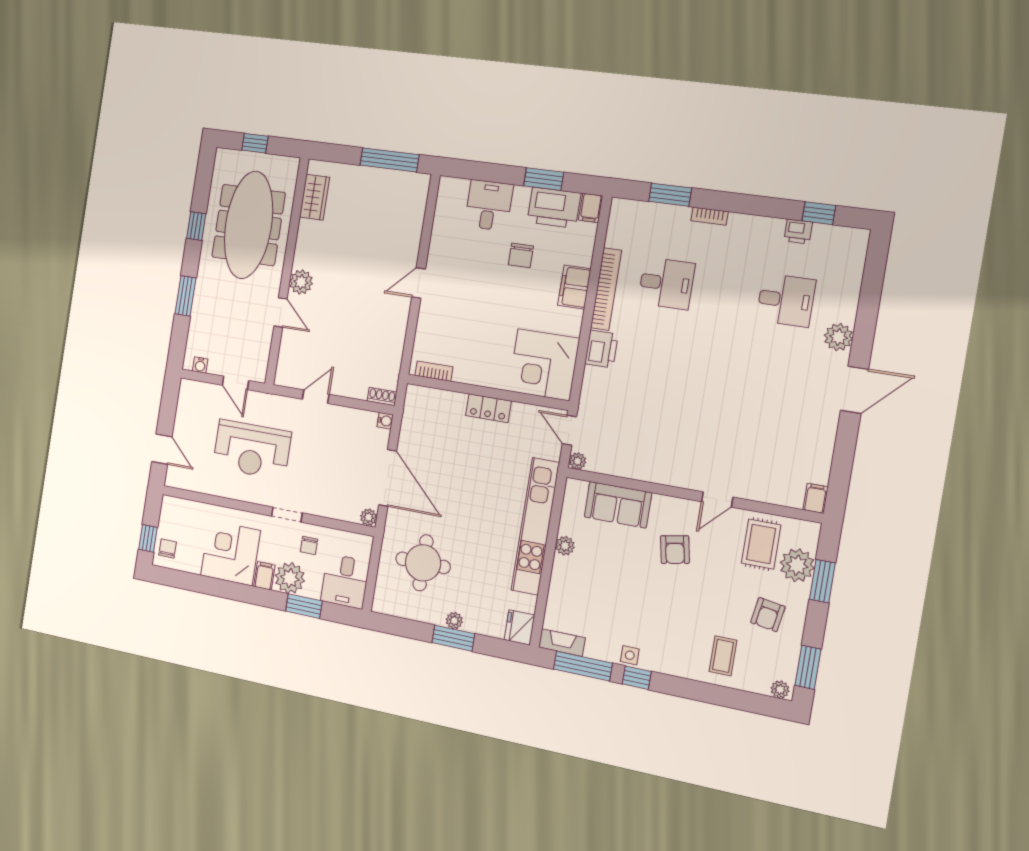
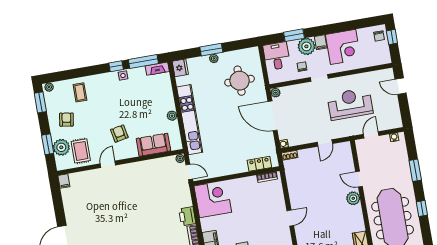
door: (236, 383) -> (371, 135), hinge flipped
locker: (488, 408) -> (259, 164), moved

